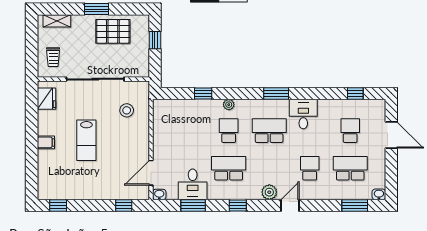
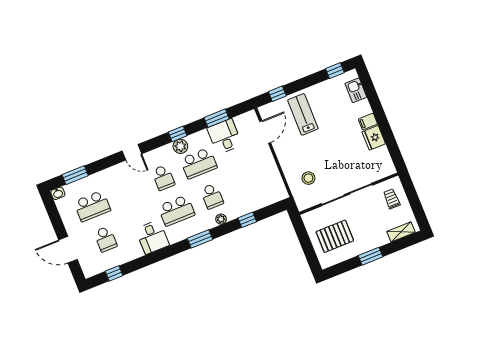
pallet: (113, 31) -> (335, 236), moved
window: (155, 40) -> (308, 250), removed
window: (276, 93) -> (200, 239), moved
fridge: (46, 99) -> (374, 138), moved
lab bench: (86, 140) -> (303, 114), moved
school desk: (310, 168) -> (163, 178), moved
kitchen sink: (45, 178) -> (356, 90), added
plant: (269, 192) -> (180, 146), moved
washbasin: (159, 194) -> (250, 116), removed
door: (290, 205) -> (132, 152), hinge flipped

